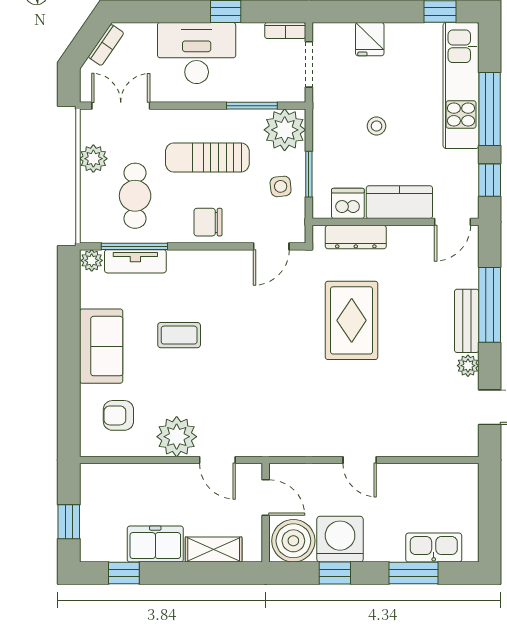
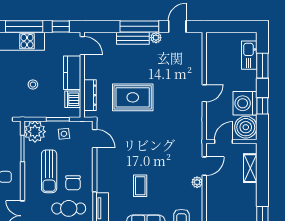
chair: (208, 222) -> (73, 183), moved
window: (490, 305) -> (139, 26), moved
plant: (177, 437) -> (197, 182), width x0.53, depth x0.53
freezer: (155, 544) -> (247, 198), removed

